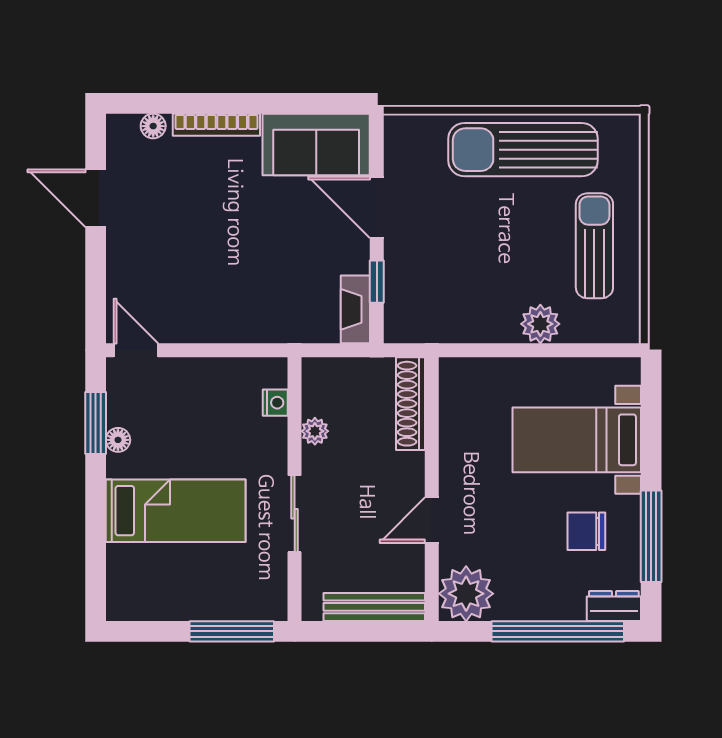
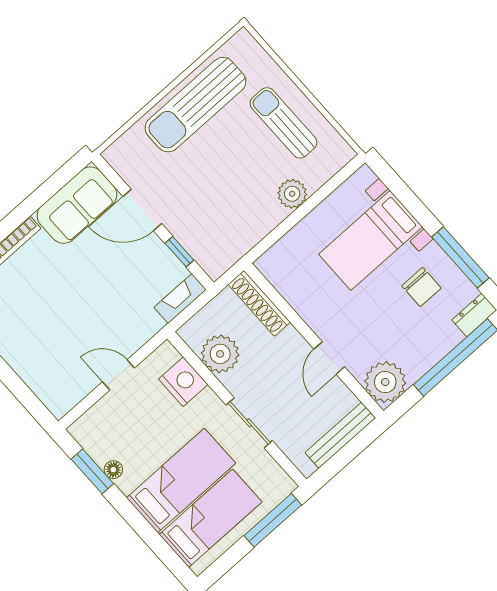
fireplace: (355, 309) -> (180, 299), moved, turned 90
door: (136, 350) -> (119, 375), moved
nightstand: (275, 403) -> (183, 382), width x1.89, depth x1.79
plant: (315, 431) -> (220, 354), width x1.88, depth x1.88
chair: (586, 531) -> (421, 287), turned -90
bed: (172, 574) -> (211, 518), added

